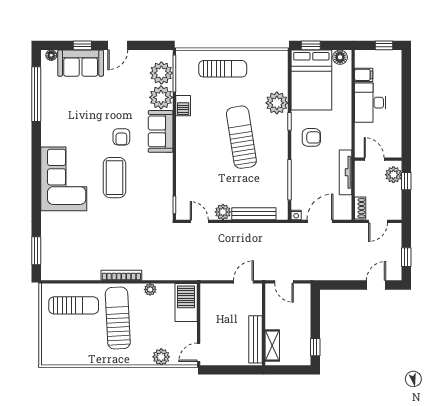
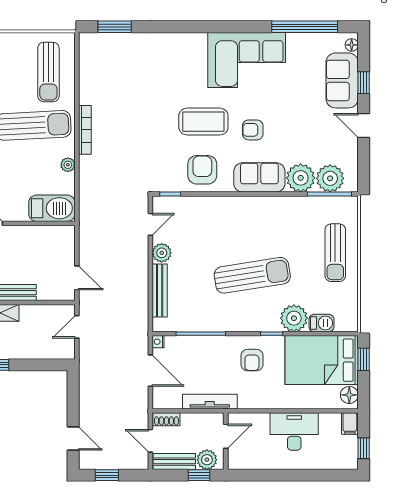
filing cabinet: (364, 75) -> (350, 424), moved
barbecue: (183, 106) -> (321, 323), moved, turned 180
armchair: (154, 178) -> (202, 170), added
corner sofa: (64, 179) -> (247, 60), moved
bench: (395, 202) -> (174, 462), added

